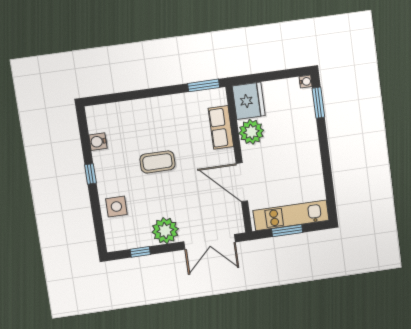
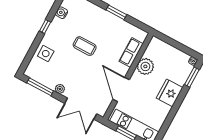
window: (204, 85) -> (116, 12), moved
fridge: (249, 101) -> (170, 93), moved, turned 180
plant: (165, 231) -> (60, 89), width x0.53, depth x0.53
window: (140, 252) -> (40, 87), width x2.17

